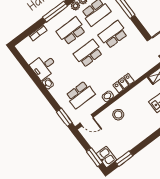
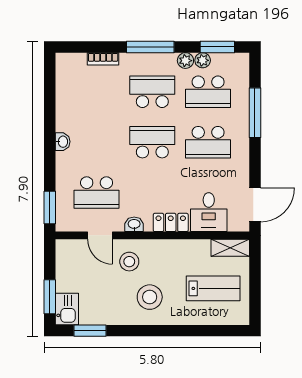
school desk: (113, 35) -> (208, 142), turned 180
desk: (44, 67) -> (209, 212), moved, turned -90
door: (87, 120) -> (100, 235), moved
stool: (139, 124) -> (150, 297), added

